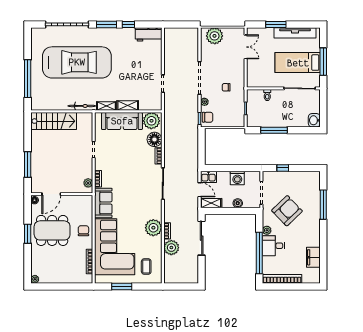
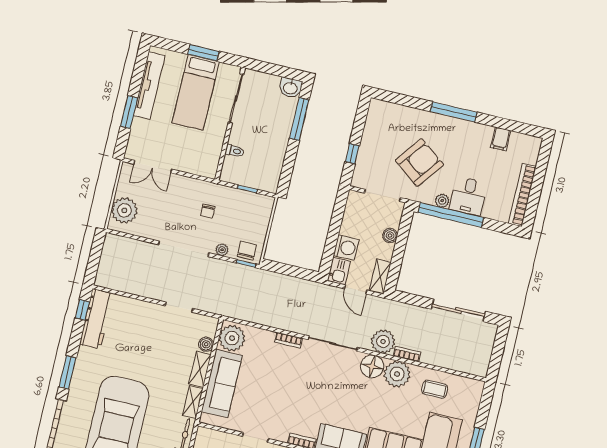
window: (128, 24) -> (82, 310), moved
workbench: (149, 34) -> (96, 319), width x1.38
double door: (246, 47) -> (153, 167), swing flipped
window: (323, 62) -> (203, 53), width x0.69
boiler: (144, 106) -> (206, 344), added
window: (274, 130) -> (299, 119), moved
floor lamp: (154, 139) -> (372, 366), moved
washing machine: (237, 178) -> (346, 247), moved
door: (200, 190) -> (356, 289), swing flipped
window: (323, 205) -> (454, 112), moved
armchair: (287, 211) -> (419, 163), turned 81
sliding door: (202, 238) -> (458, 310), moved
plant: (171, 248) -> (383, 342), moved
window: (259, 253) -> (451, 215), moved
filing cabinet: (313, 257) -> (501, 139), width x0.50
coffee table: (146, 267) -> (435, 389), moved

